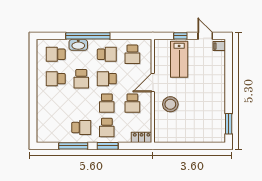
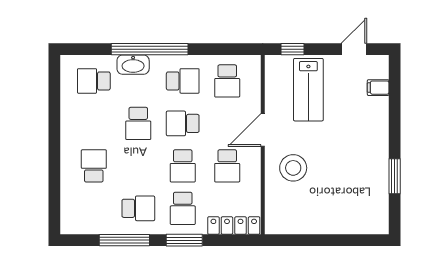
window: (180, 36) -> (292, 49), moved
door: (205, 36) -> (354, 49), hinge flipped
filing cabinet: (219, 46) -> (378, 88), moved
school desk: (56, 79) -> (94, 166), moved, turned 90
window: (229, 124) -> (395, 176), moved
locker: (142, 137) -> (234, 225), width x1.53

